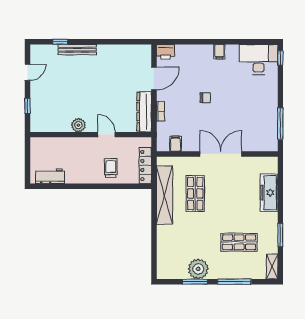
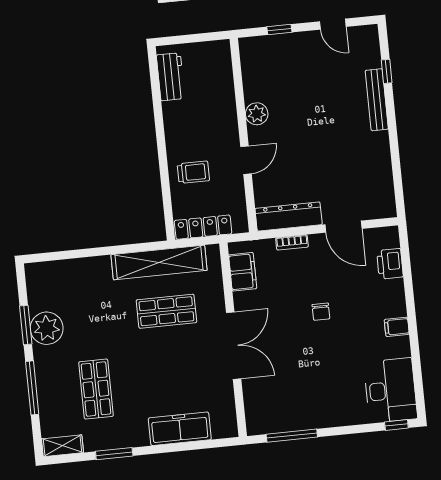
printer: (166, 52) -> (390, 264), moved
filing cabinet: (176, 144) -> (243, 272), width x2.00

